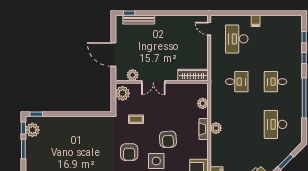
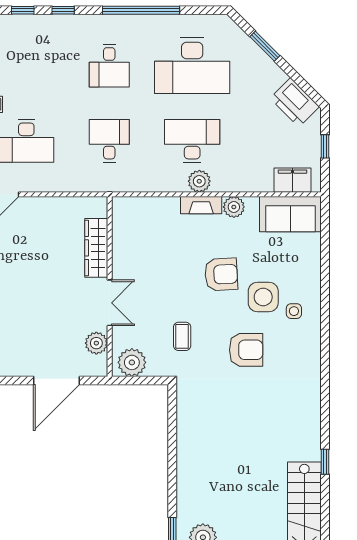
wardrobe: (193, 75) -> (96, 248), moved
plant: (203, 103) -> (234, 207), moved
desk: (237, 124) -> (192, 141), added
desk: (276, 124) -> (192, 66), width x1.36, depth x1.30

